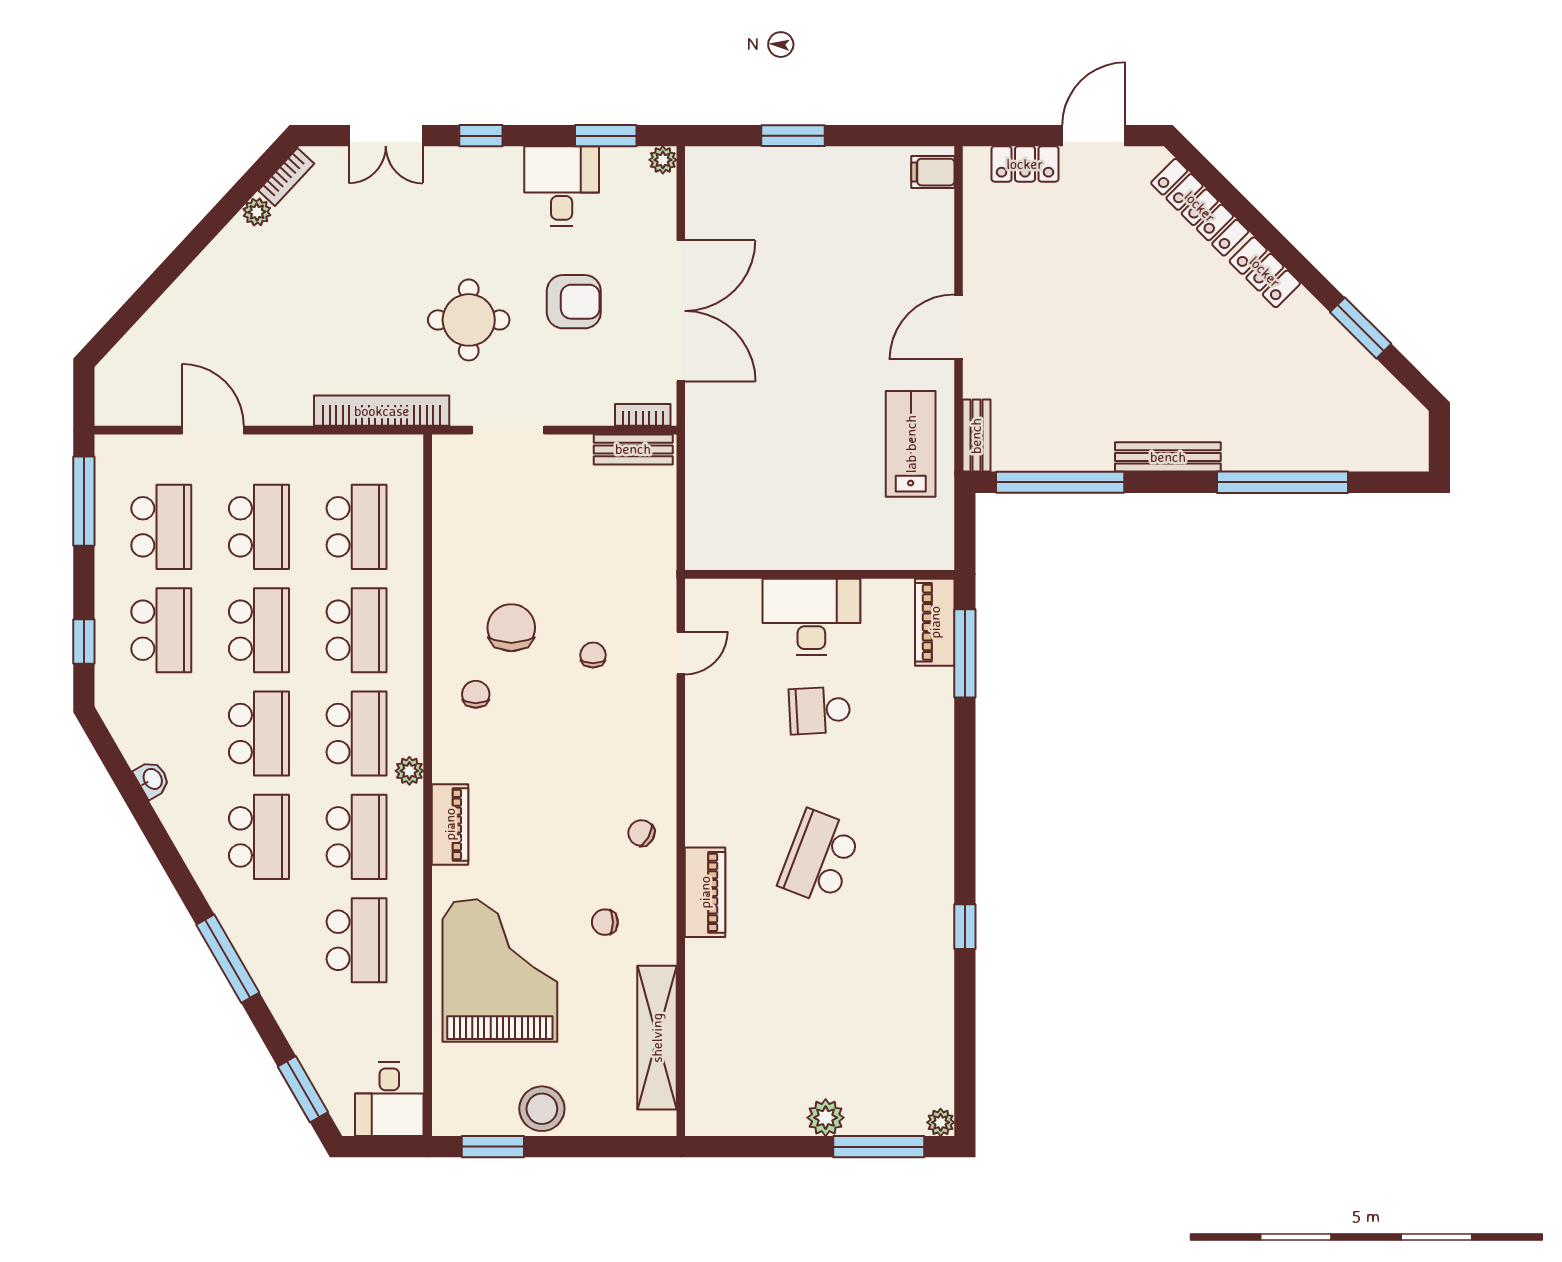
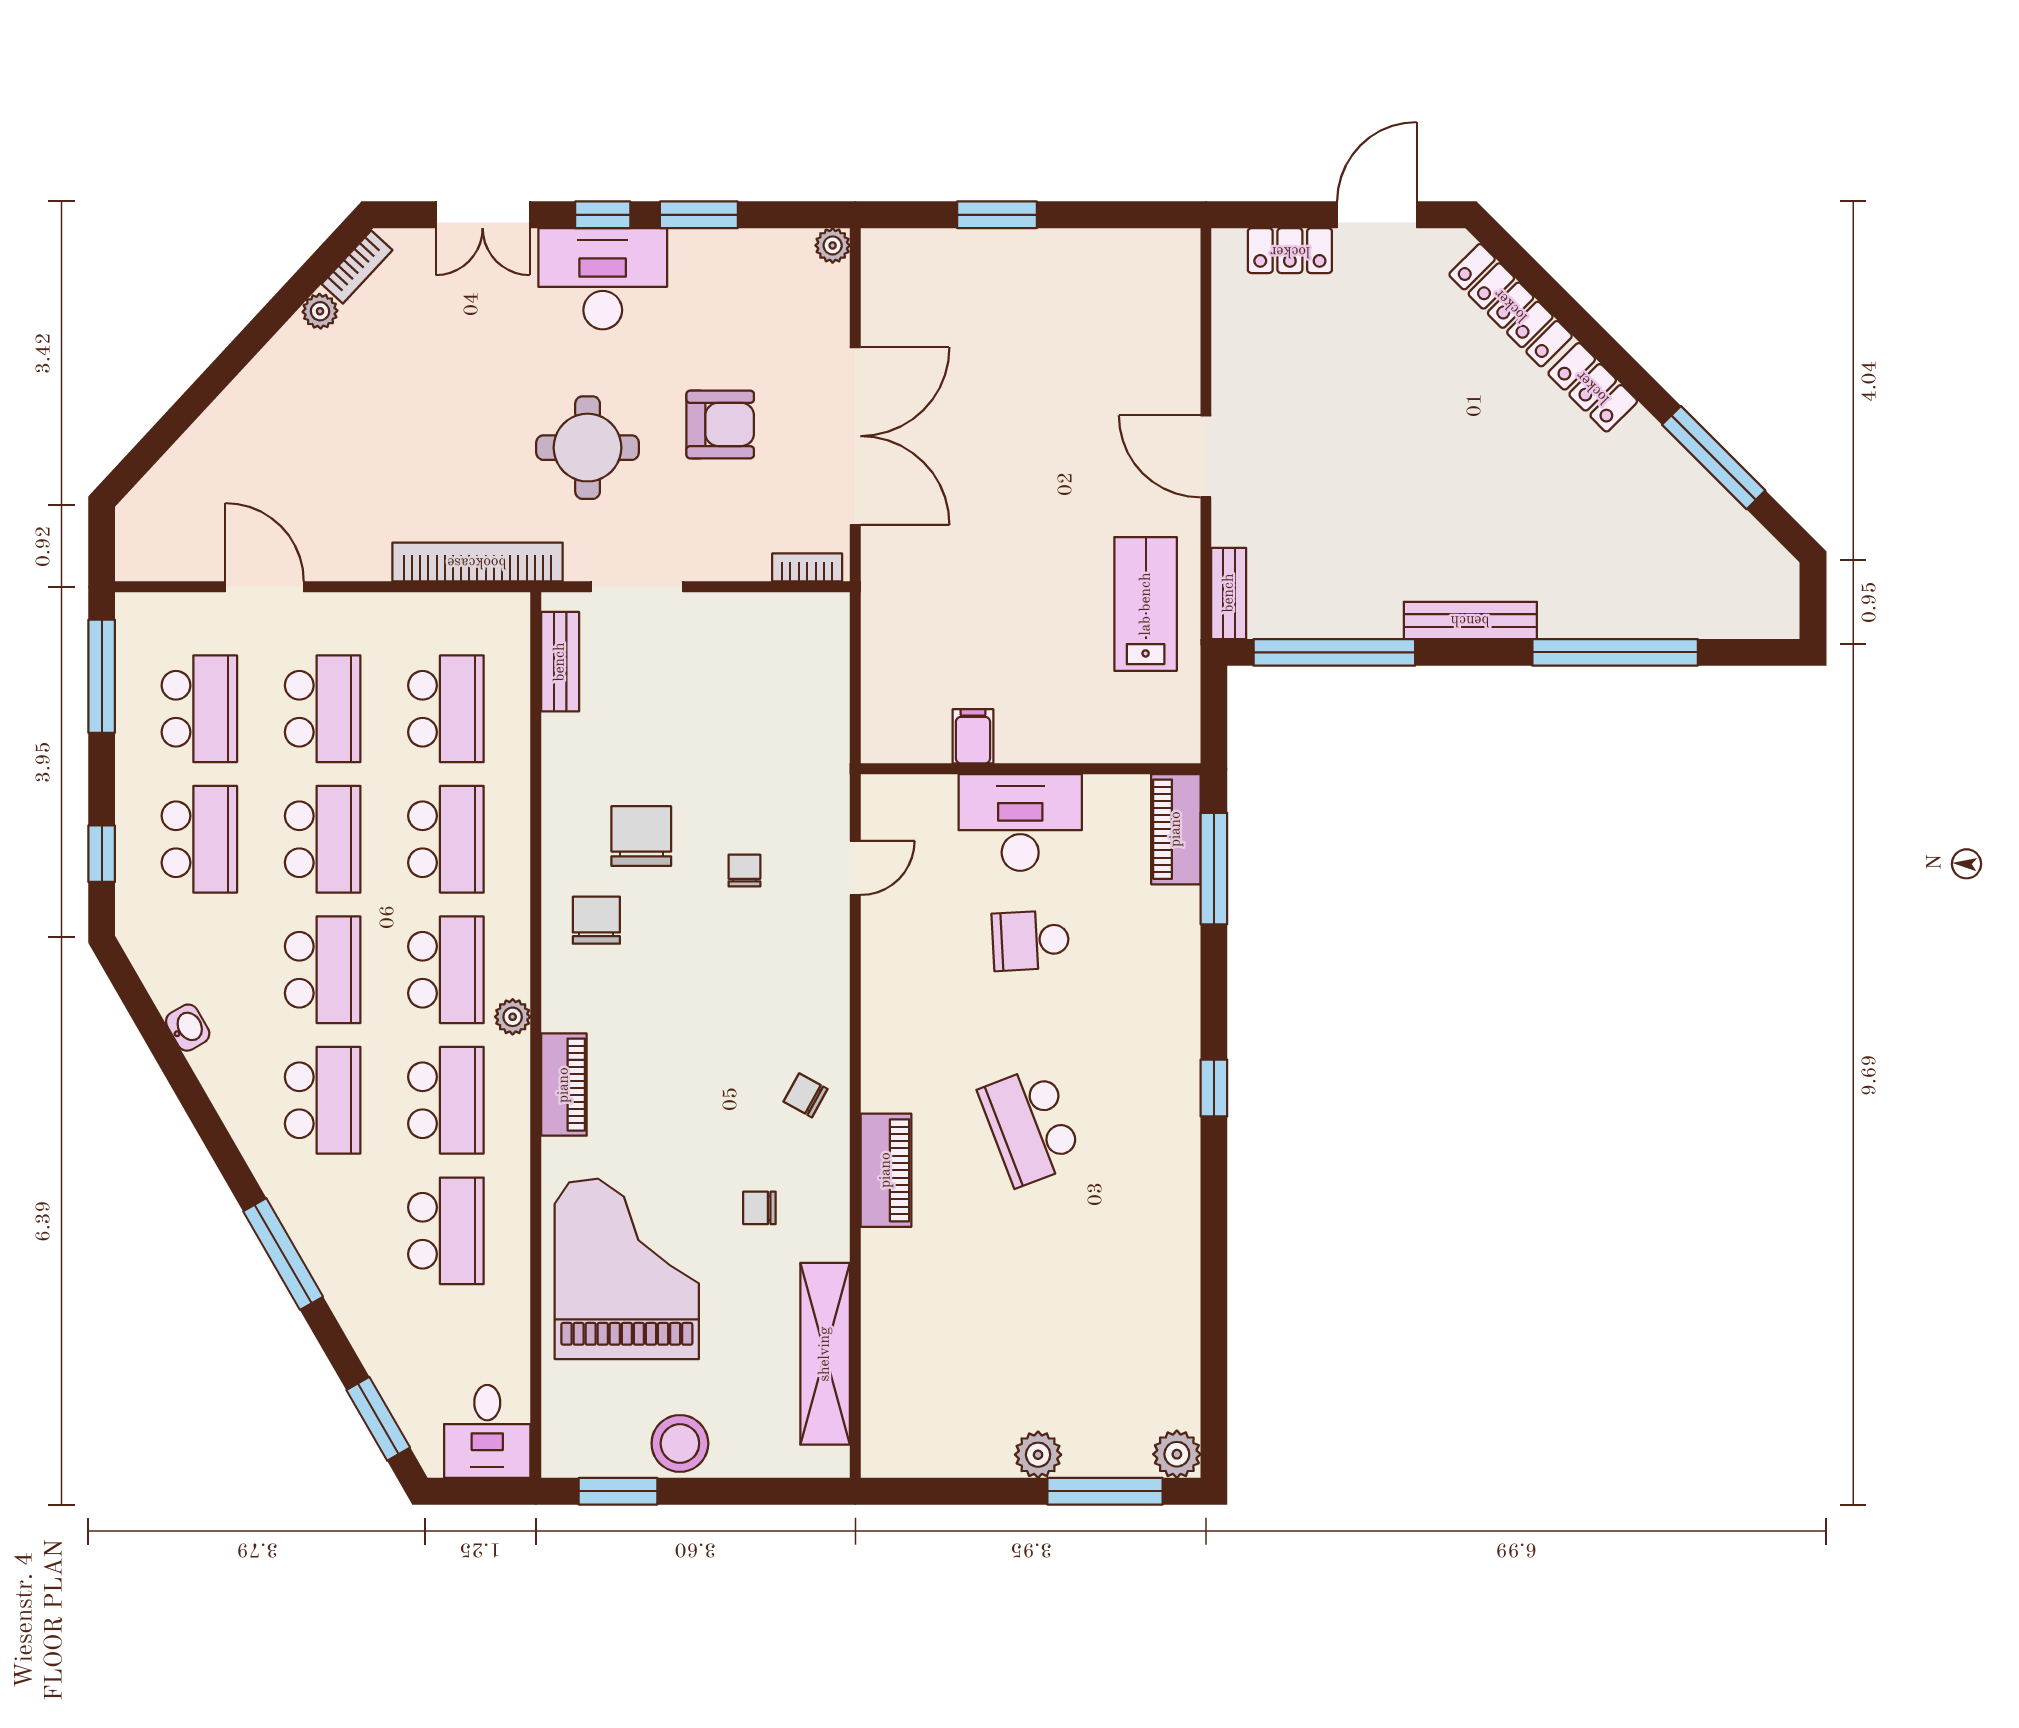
window: (606, 136) -> (699, 215), moved
filing cabinet: (933, 172) -> (973, 736), moved, turned 90
desk: (562, 186) -> (603, 279), moved, width x1.37
door: (958, 327) -> (1206, 456), hinge flipped
window: (1361, 328) -> (1714, 458), width x1.44
bench: (633, 449) -> (560, 662), moved, turned 90
chair: (476, 694) -> (596, 920), width x1.37, depth x1.37
school desk: (820, 857) -> (1031, 1126), turned -42
window: (965, 927) -> (1214, 1088), moved
plant: (941, 1122) -> (1177, 1454), width x1.38, depth x1.38

